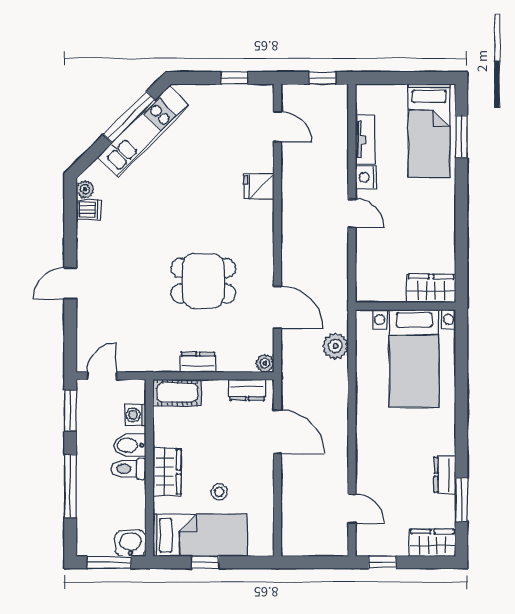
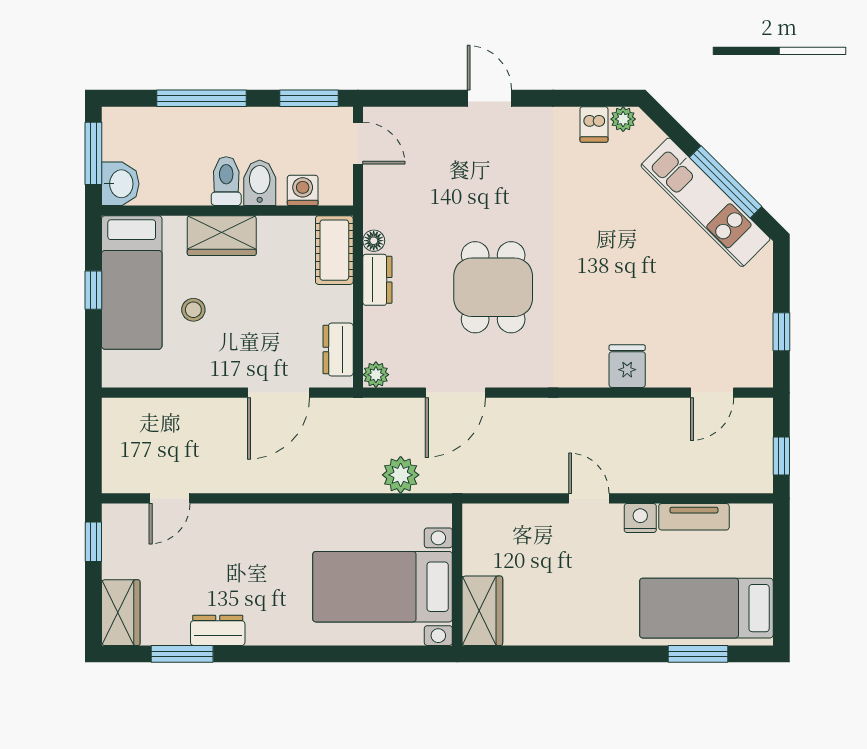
door: (352, 213) -> (589, 498), swing flipped
floor lamp: (171, 365) -> (374, 241), added

